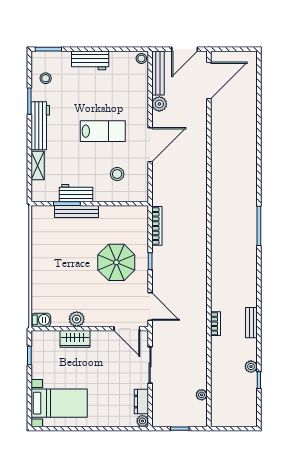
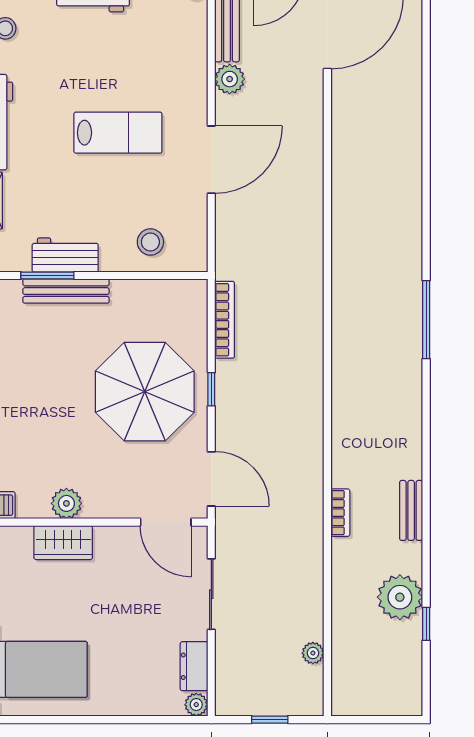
stool: (117, 174) -> (150, 242), moved
parasol: (116, 262) -> (145, 392), width x1.36, depth x1.36
plant: (251, 367) -> (400, 597), width x1.87, depth x1.87

